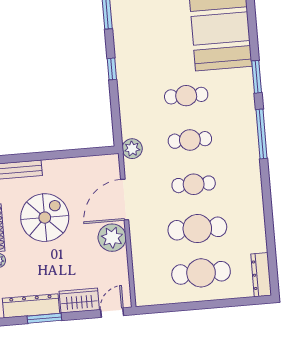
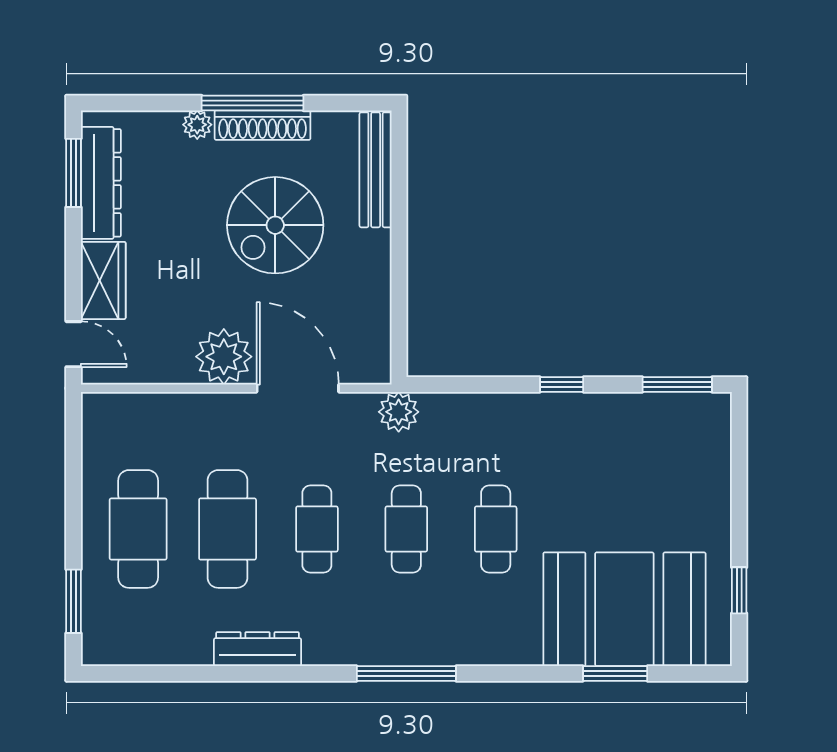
window: (257, 77) -> (615, 673), moved
spiral stairs: (45, 218) -> (275, 225), turned 90
dresser: (261, 275) -> (258, 649), moved
window: (240, 302) -> (74, 601), added
window: (44, 318) -> (74, 173), moved

